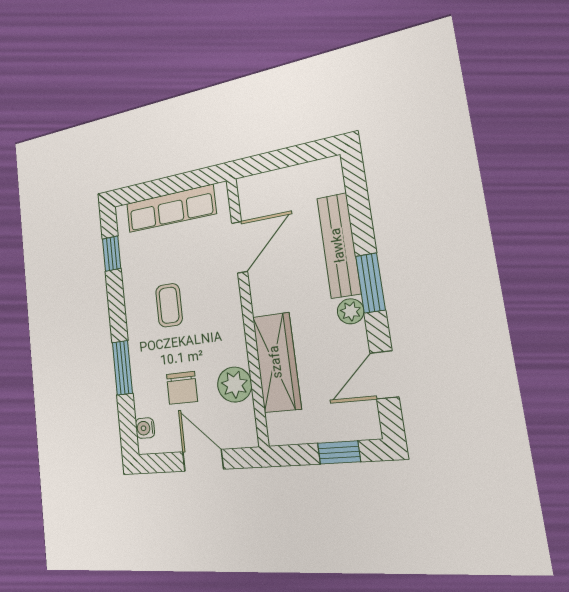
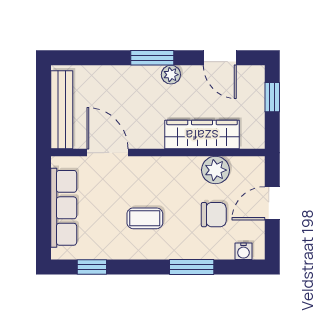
bench: (339, 245) -> (62, 110), moved, turned 90

